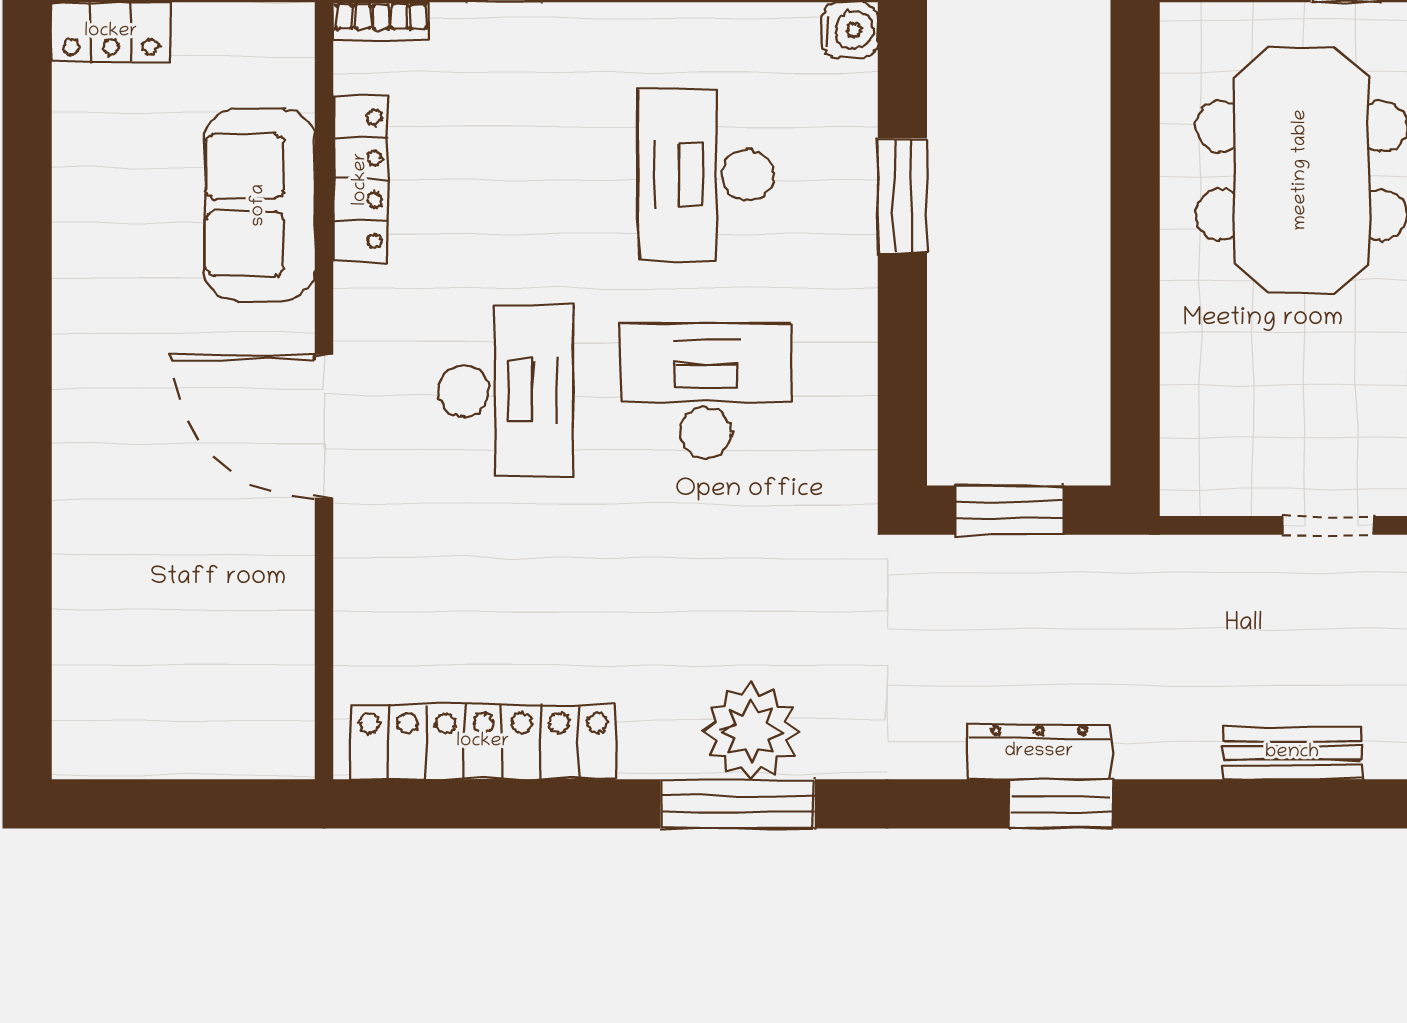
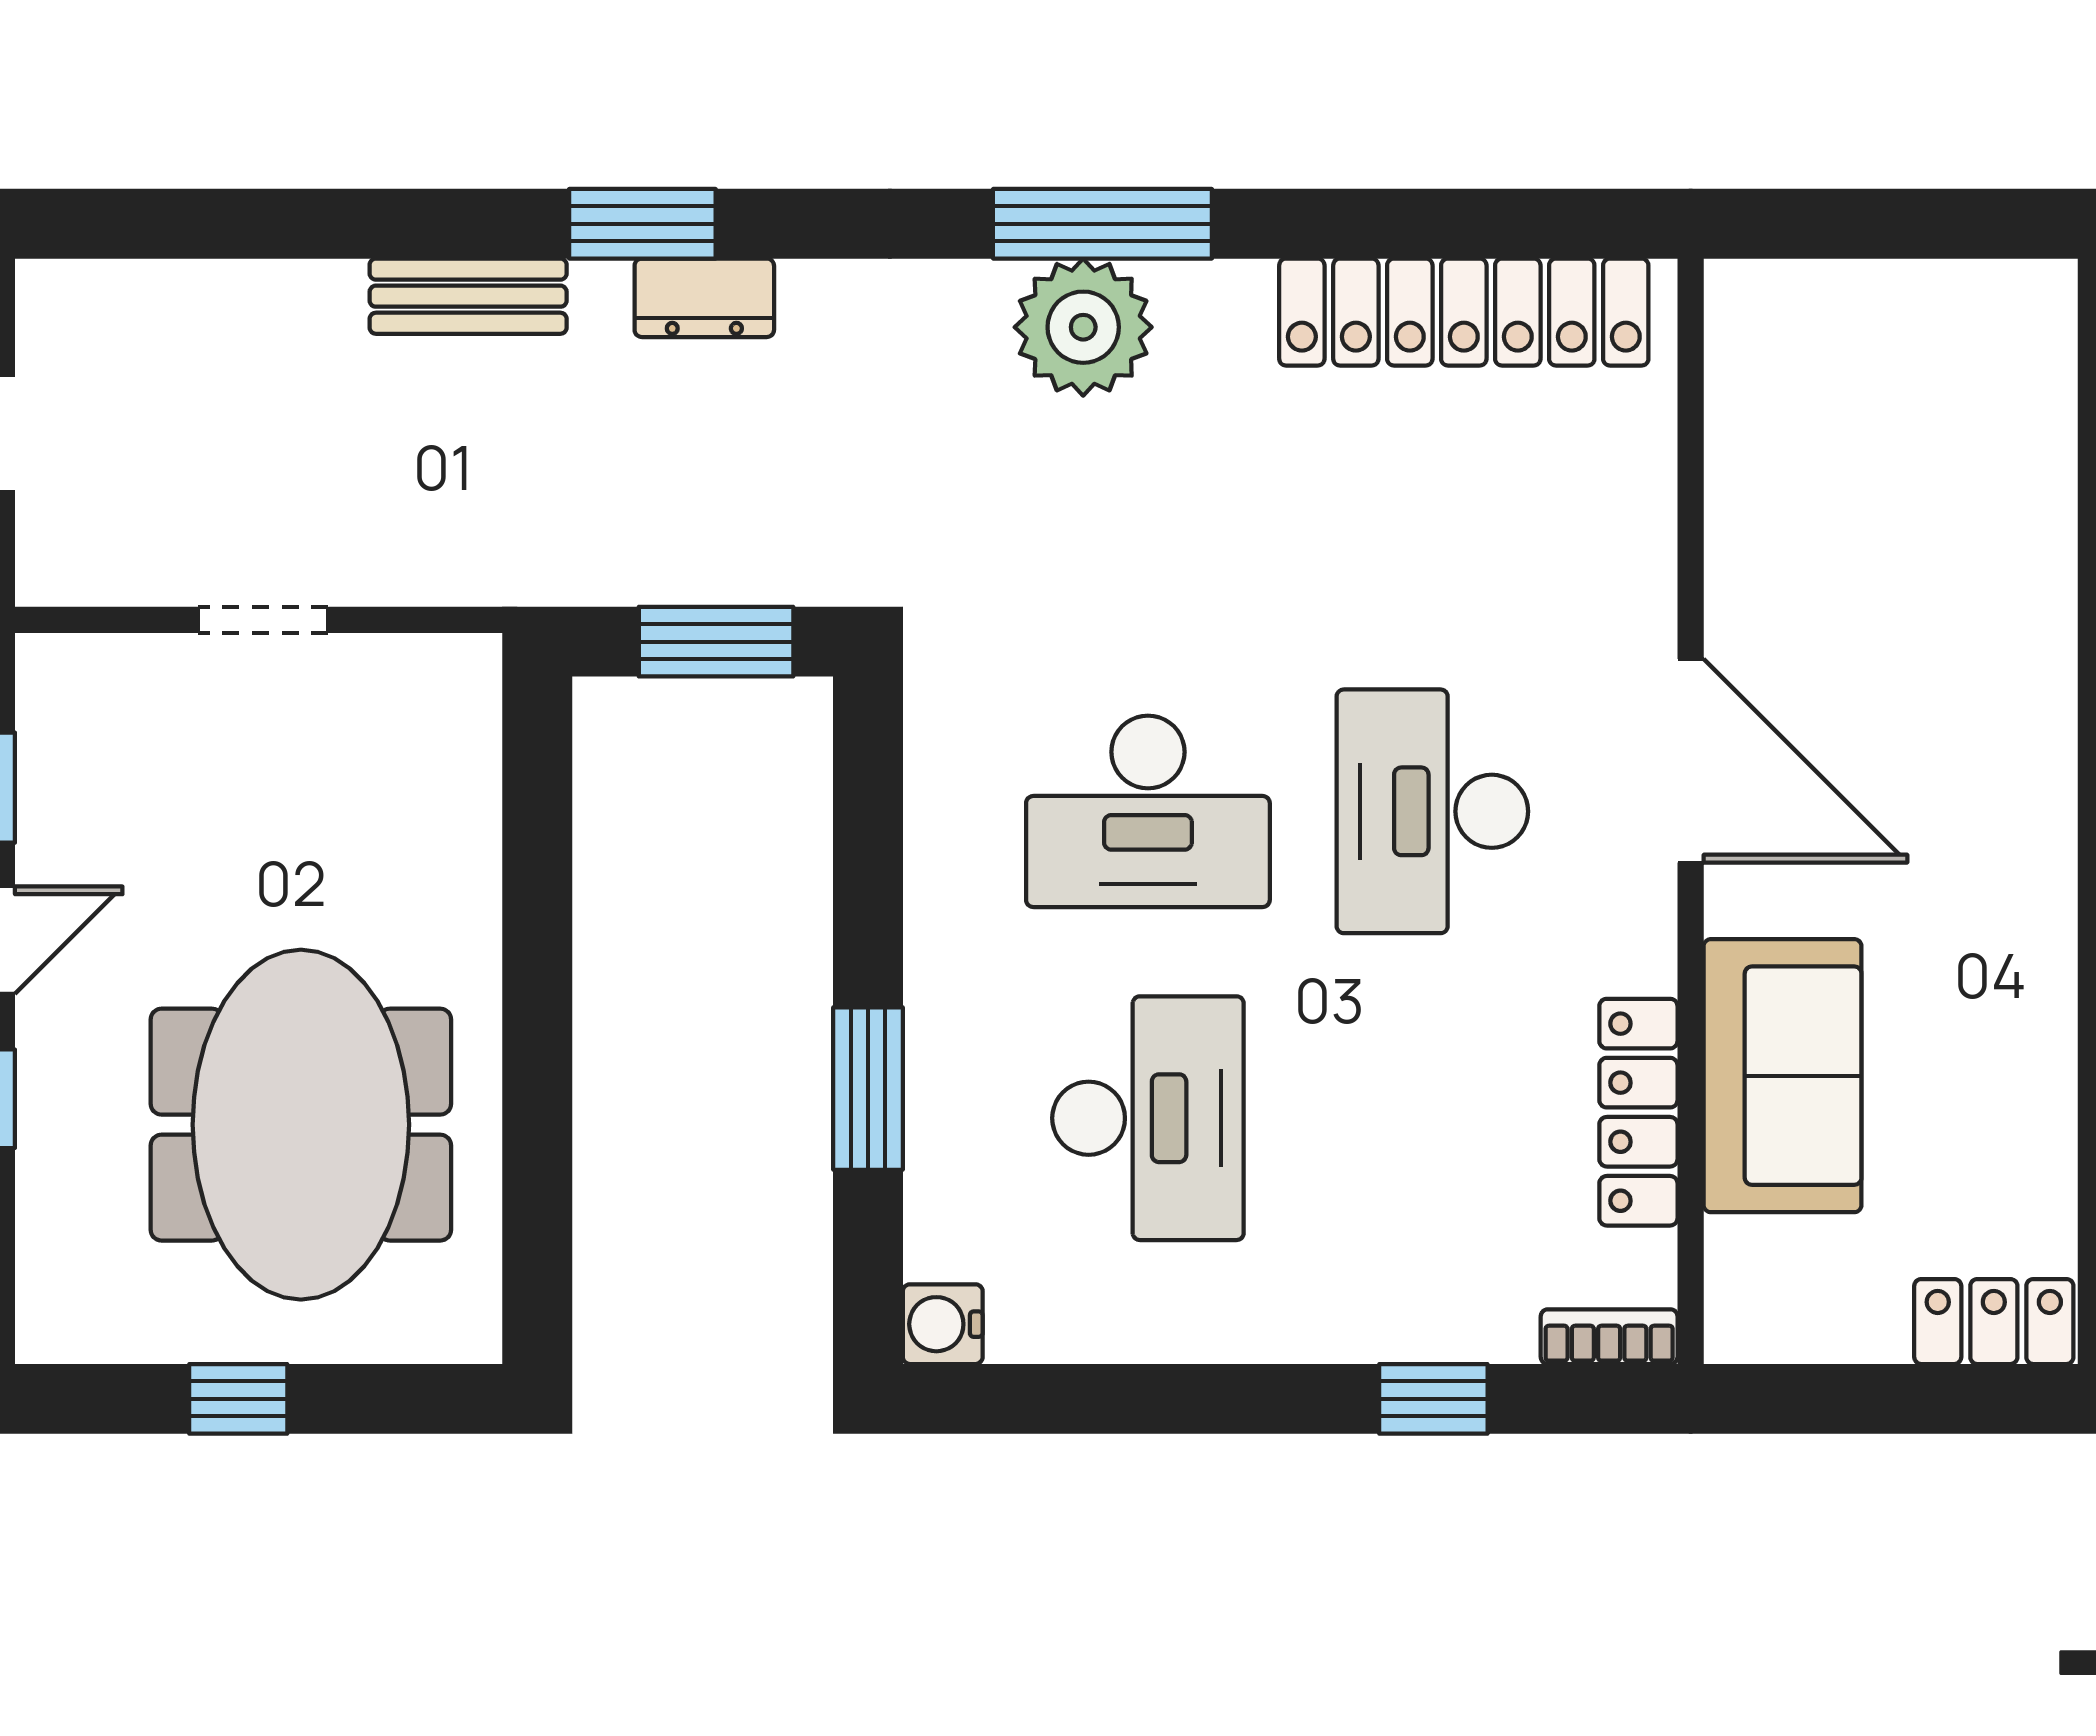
dresser: (1039, 752) -> (704, 298), width x0.70
bench: (1292, 753) -> (468, 296), moved

